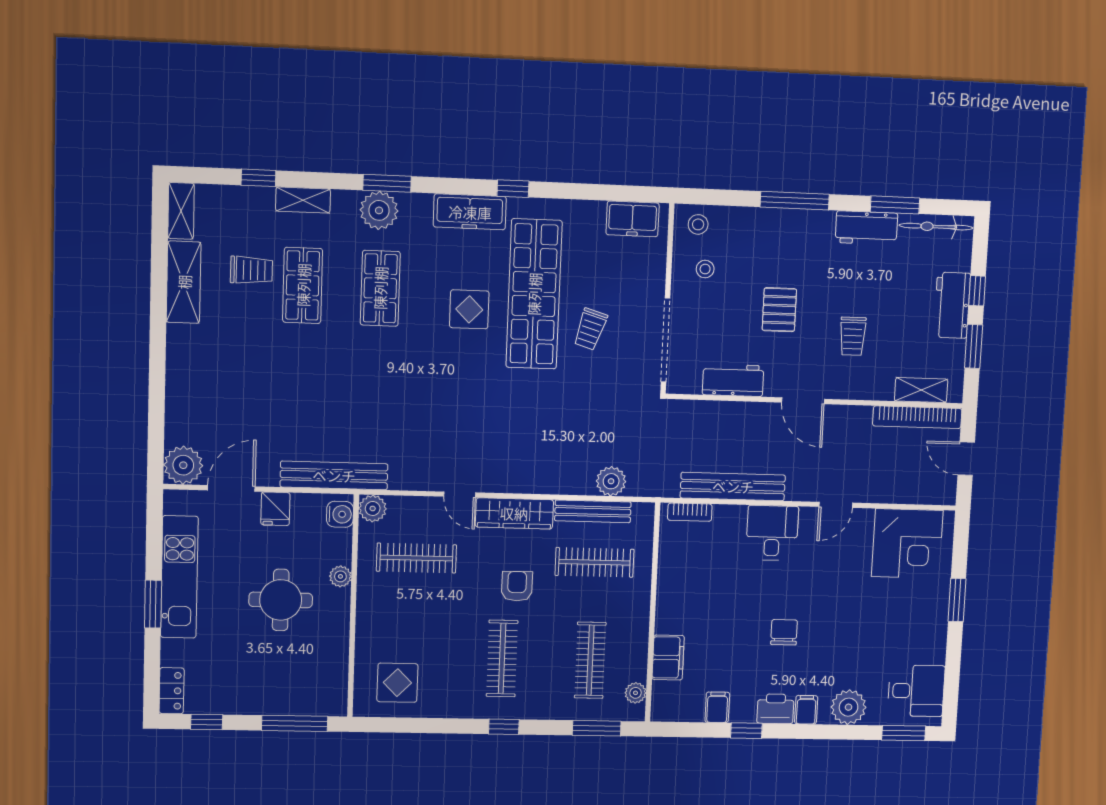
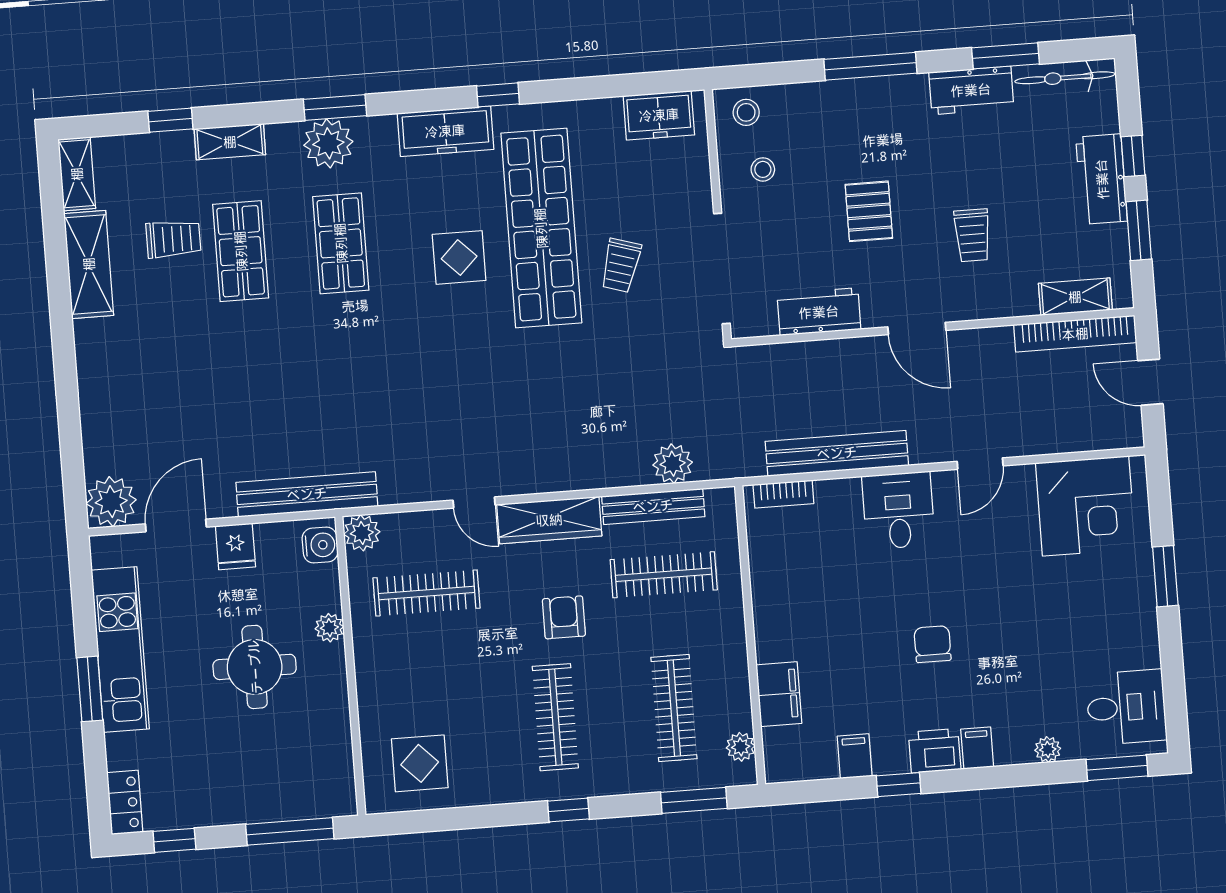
plant: (849, 707) -> (1048, 749), width x0.53, depth x0.53

